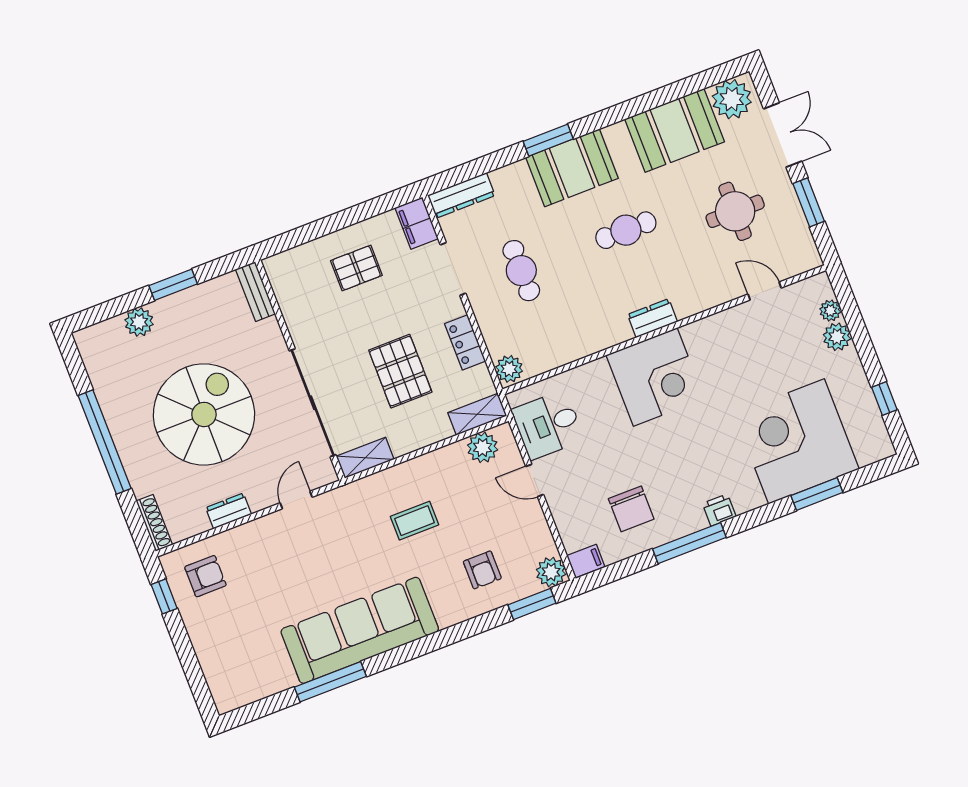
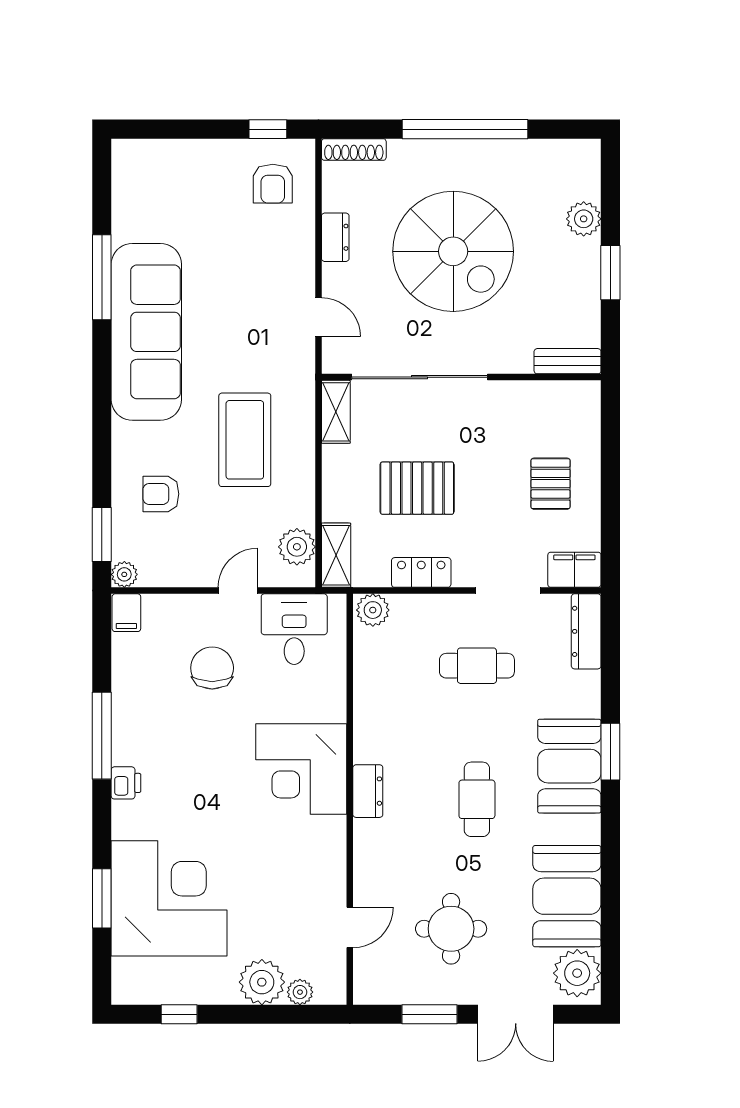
plant: (837, 337) -> (262, 982), width x1.36, depth x1.36
chair: (631, 509) -> (212, 668), moved, turned 90
coffee table: (415, 521) -> (245, 440), width x1.86, depth x1.72
plant: (551, 572) -> (124, 574), width x0.73, depth x0.73

